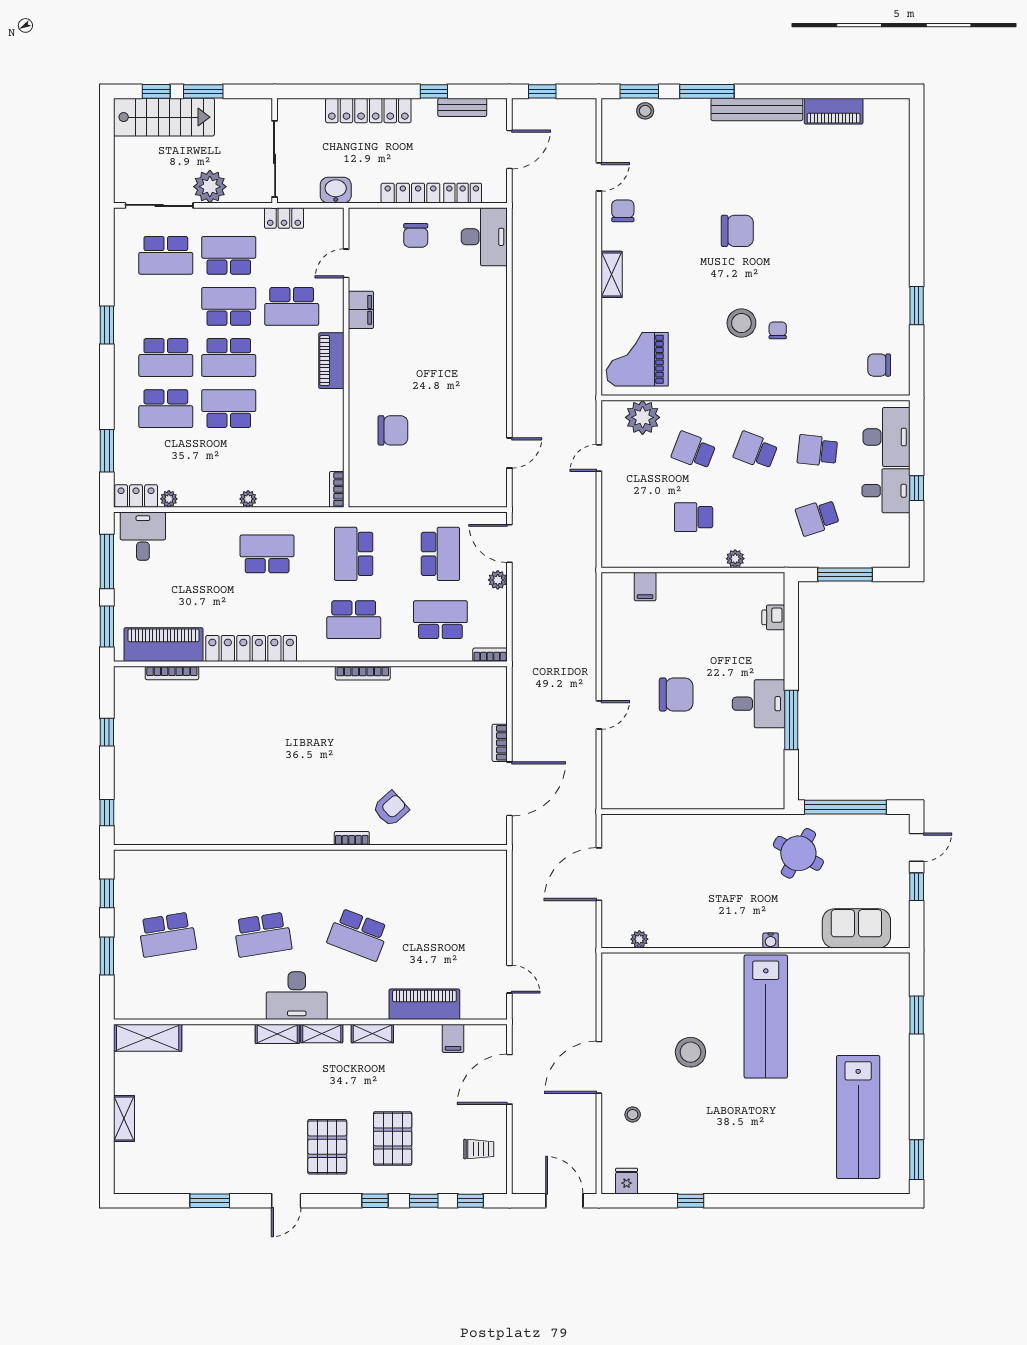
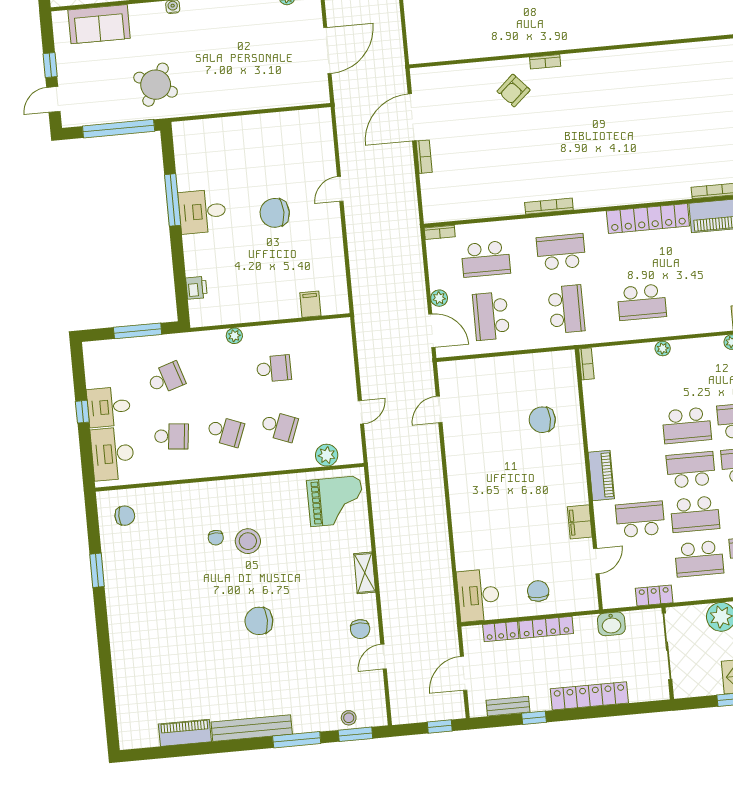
plant: (643, 417) -> (327, 455), width x0.73, depth x0.73

